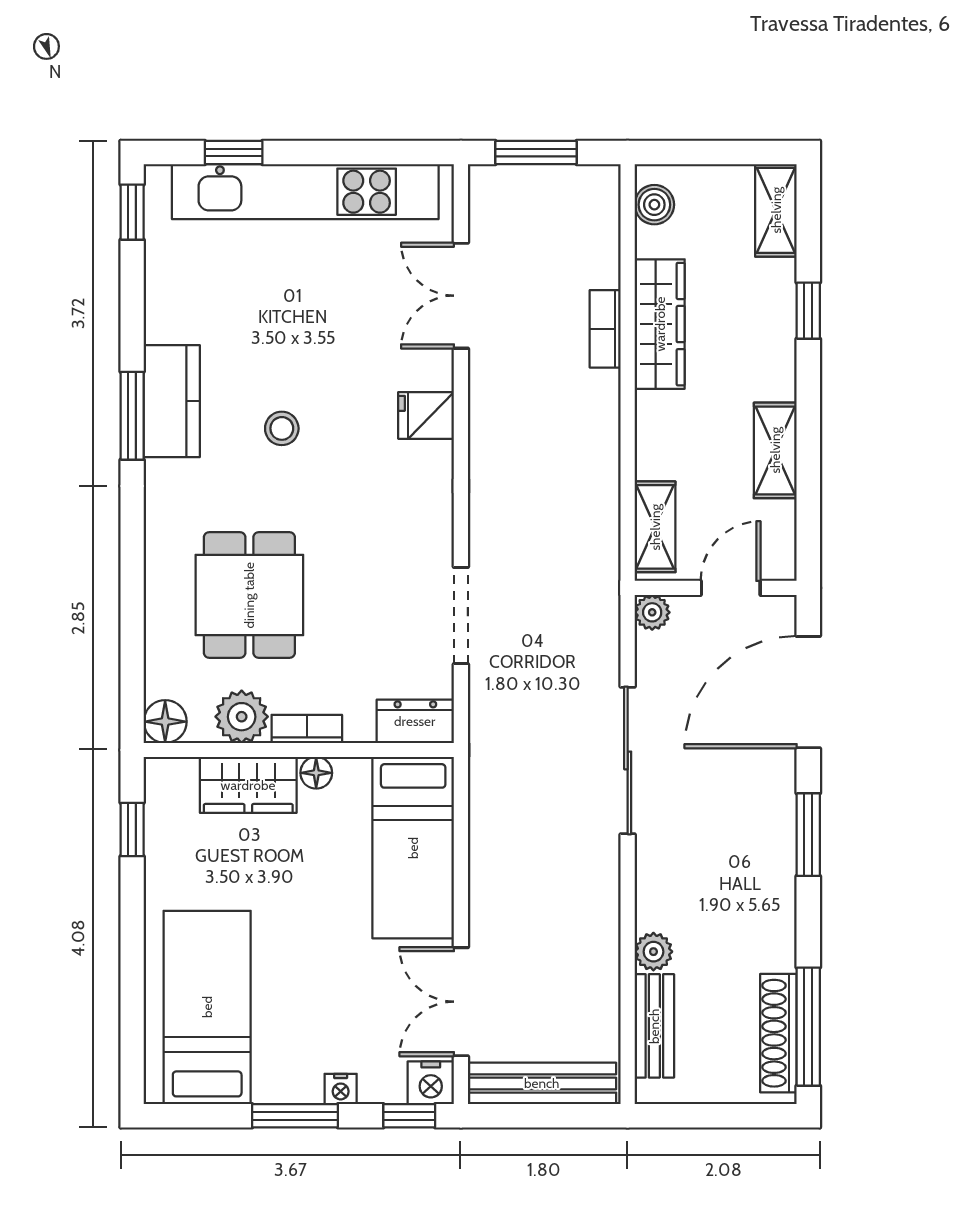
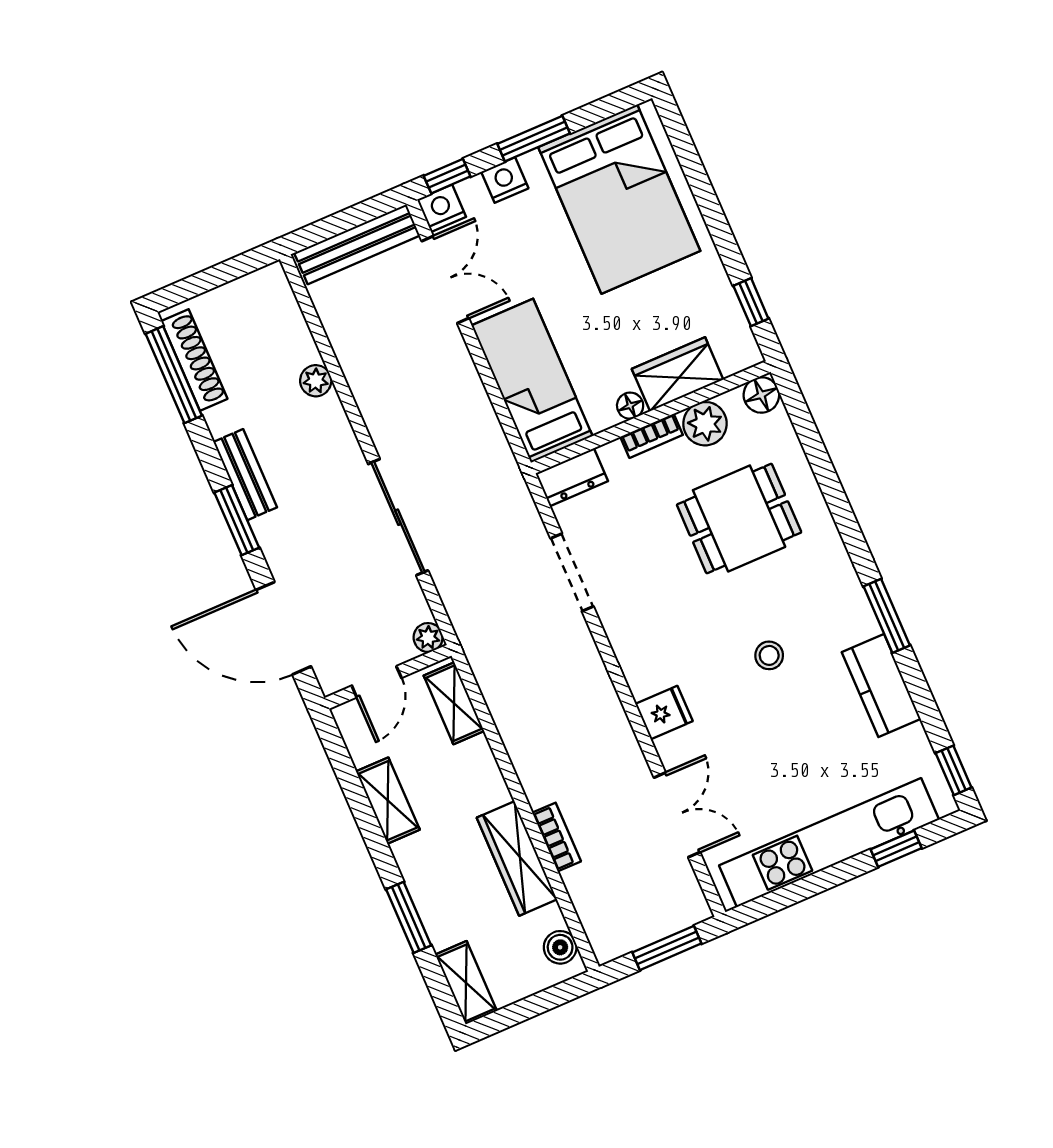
window: (808, 311) -> (409, 917), width x1.50
kitchen counter: (172, 401) -> (881, 686), moved
dining table: (249, 595) -> (739, 518), turned 90
door: (808, 692) -> (284, 628), swing flipped
bed: (207, 1007) -> (619, 199), width x1.50
bench: (654, 1026) -> (245, 475), moved
nightstand: (341, 1089) -> (505, 180), width x1.39, depth x1.35

